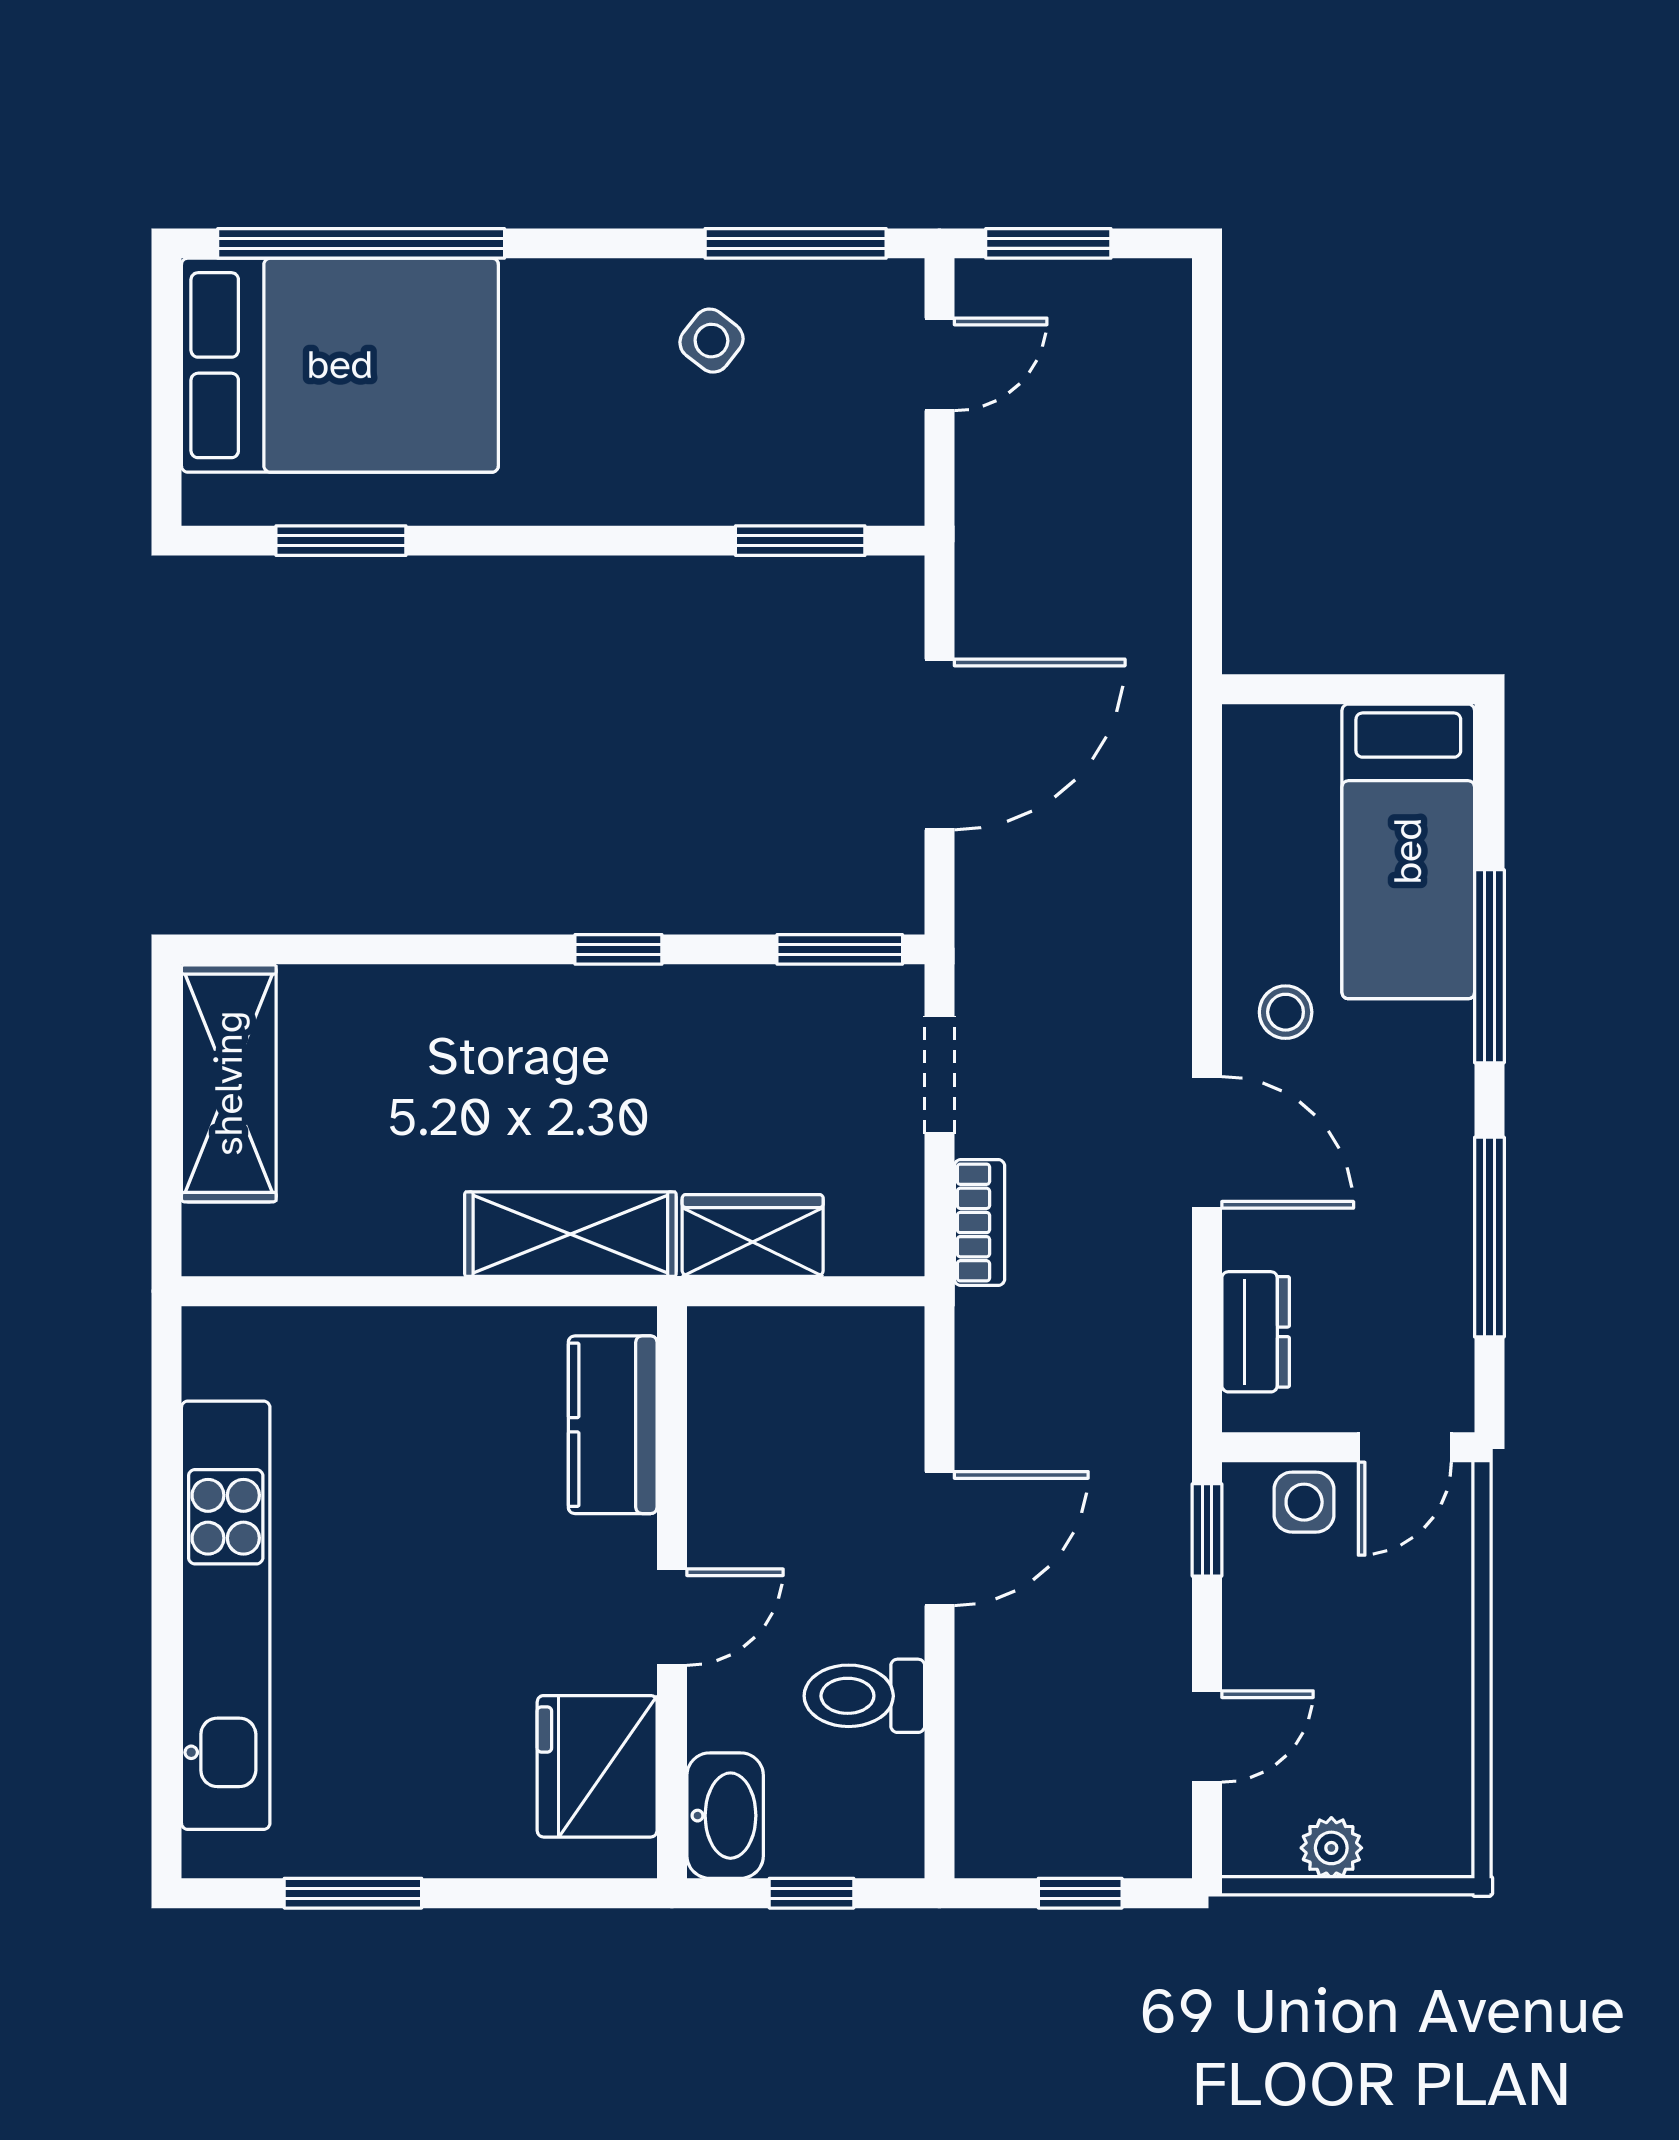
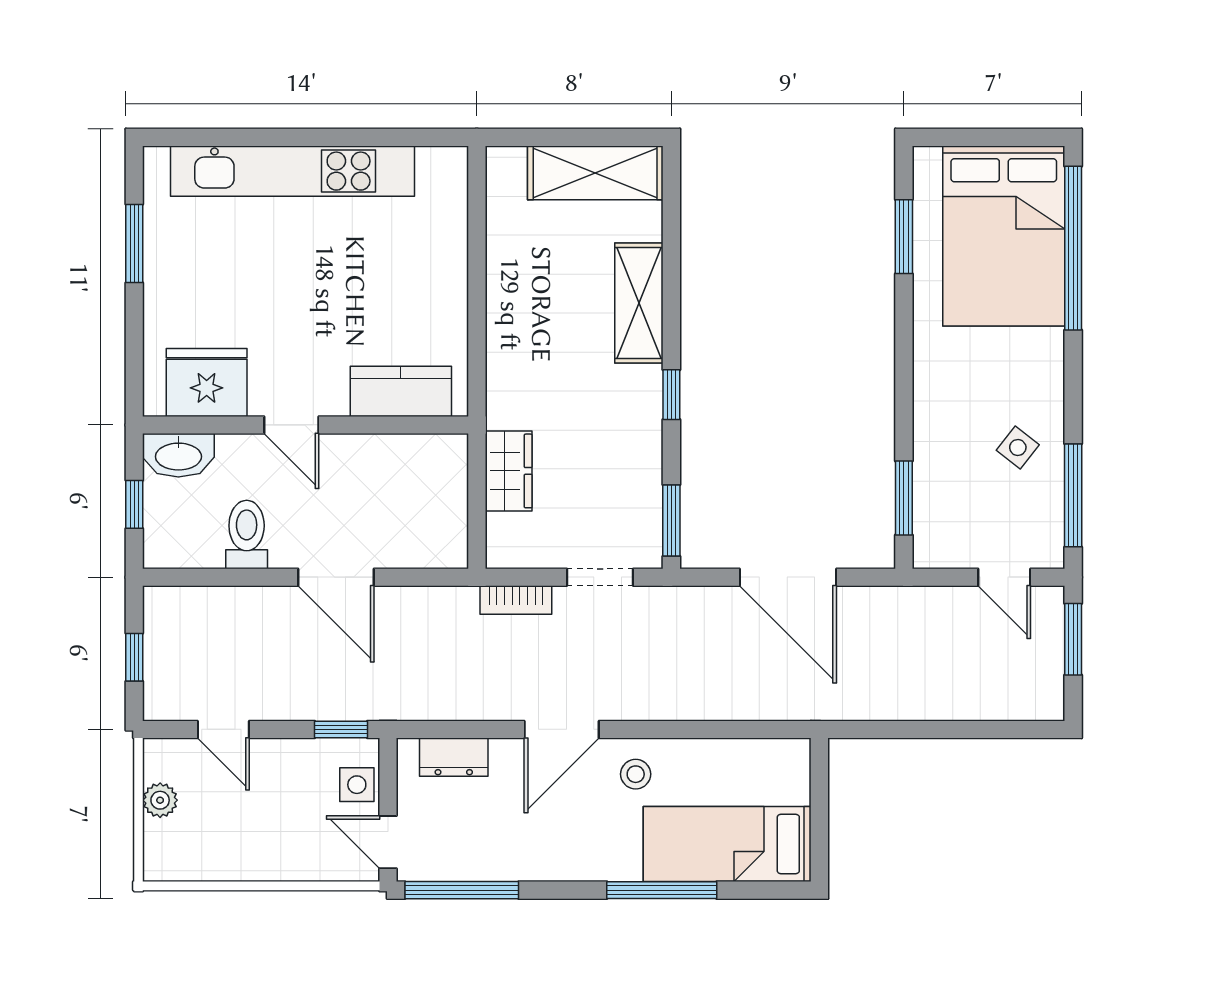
shelving: (570, 1234) -> (639, 303), moved
window: (1489, 1237) -> (462, 890), moved

